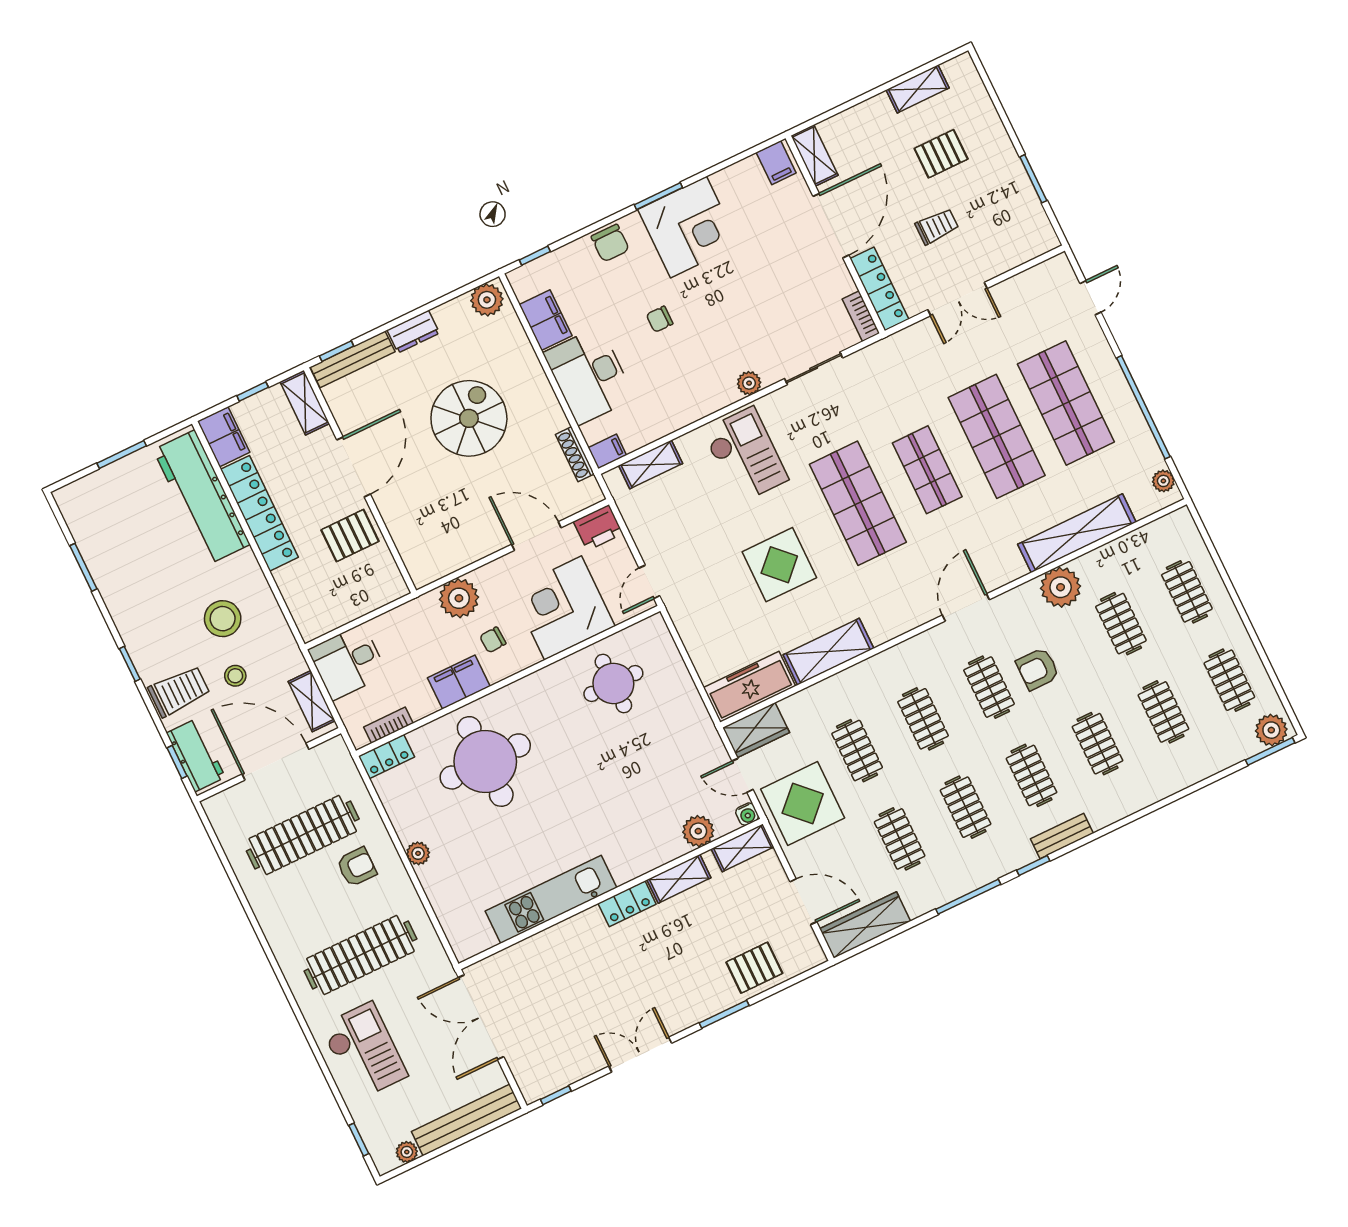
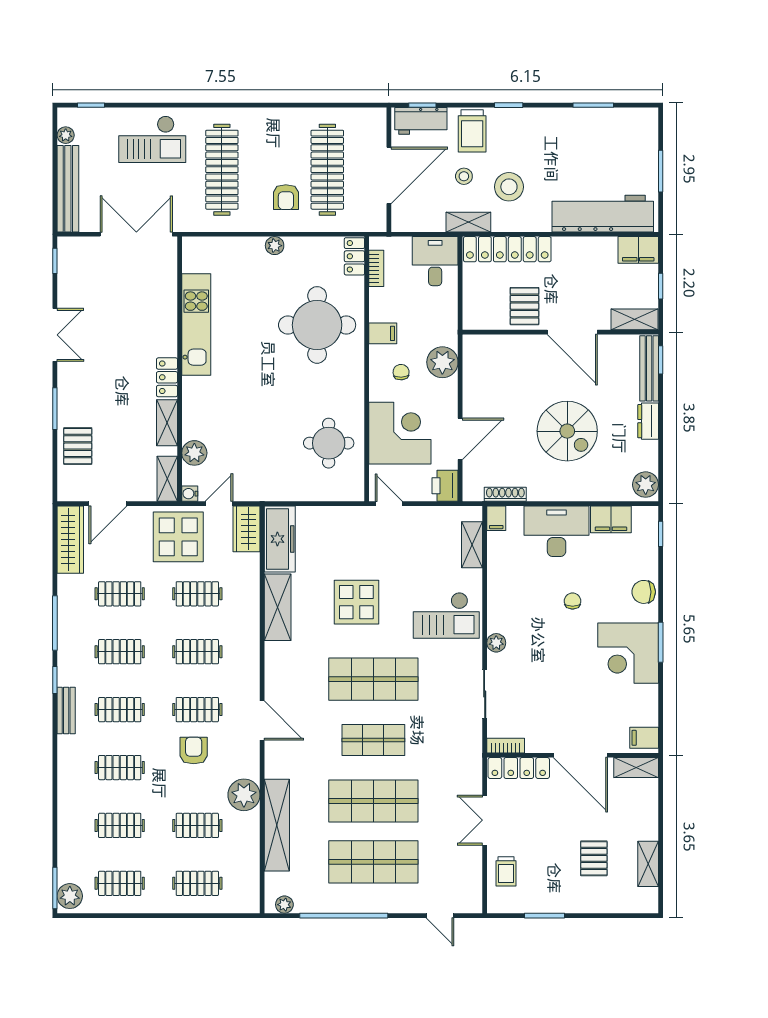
trolley: (937, 226) -> (506, 871), moved
locker: (259, 513) -> (507, 249), moved
filing cabinet: (459, 682) -> (383, 333), width x0.50
shelving: (312, 701) -> (468, 222), moved

